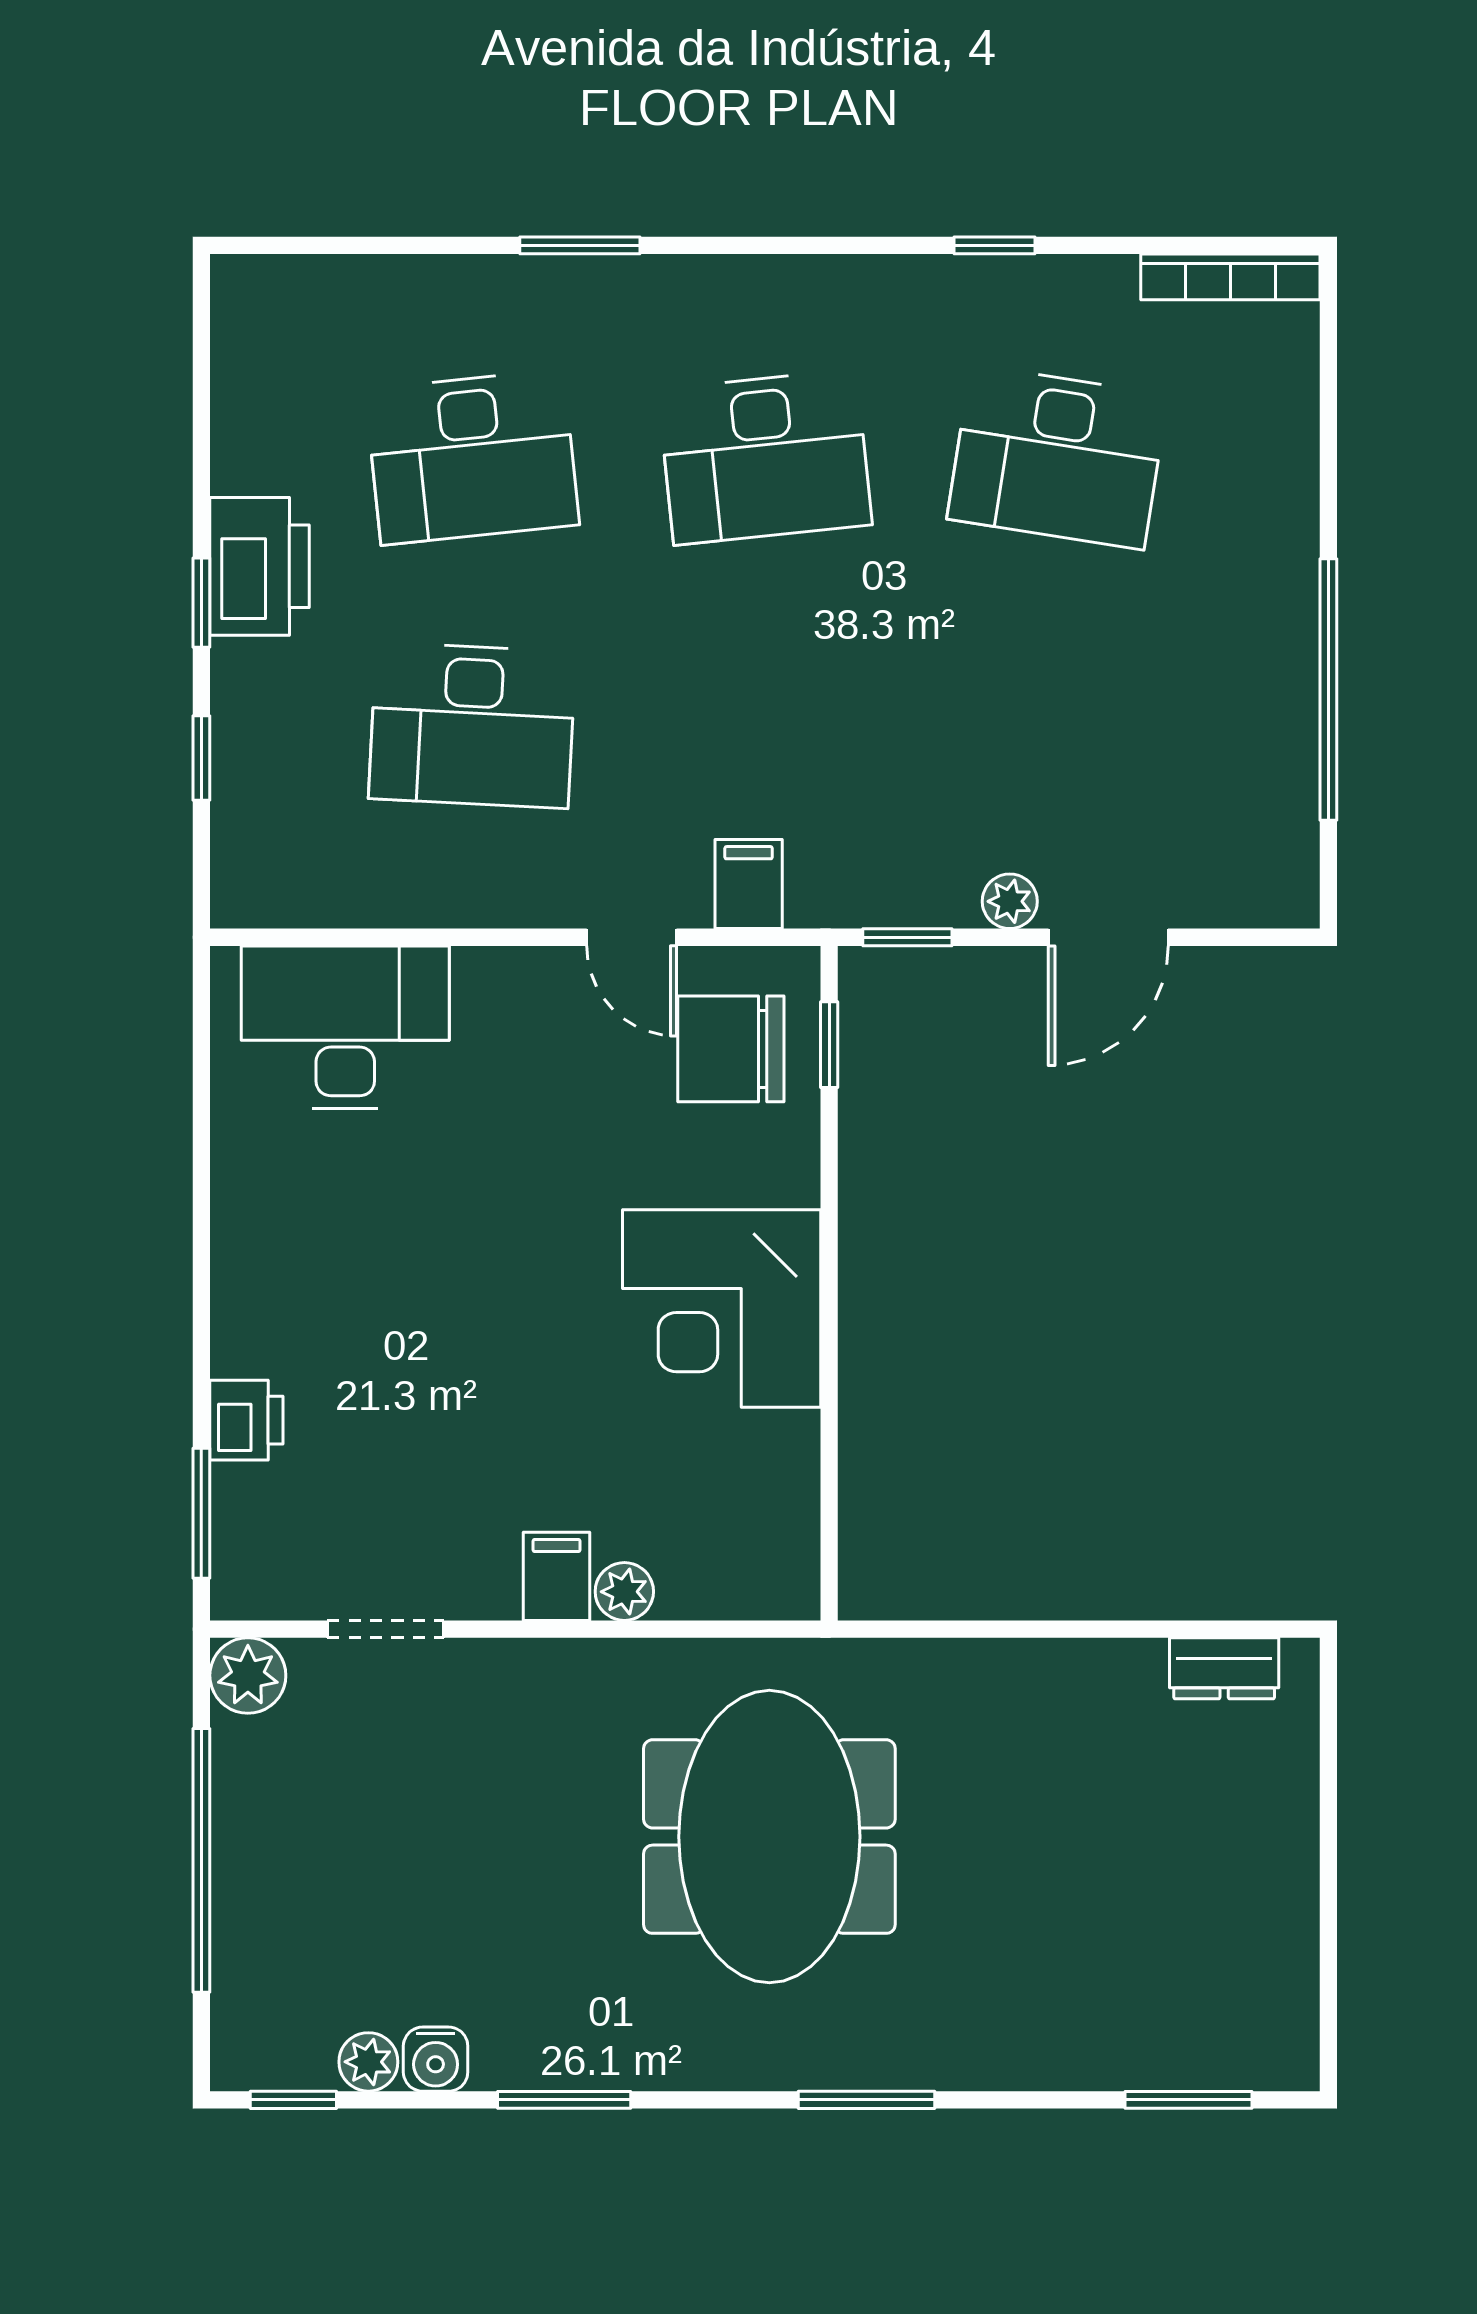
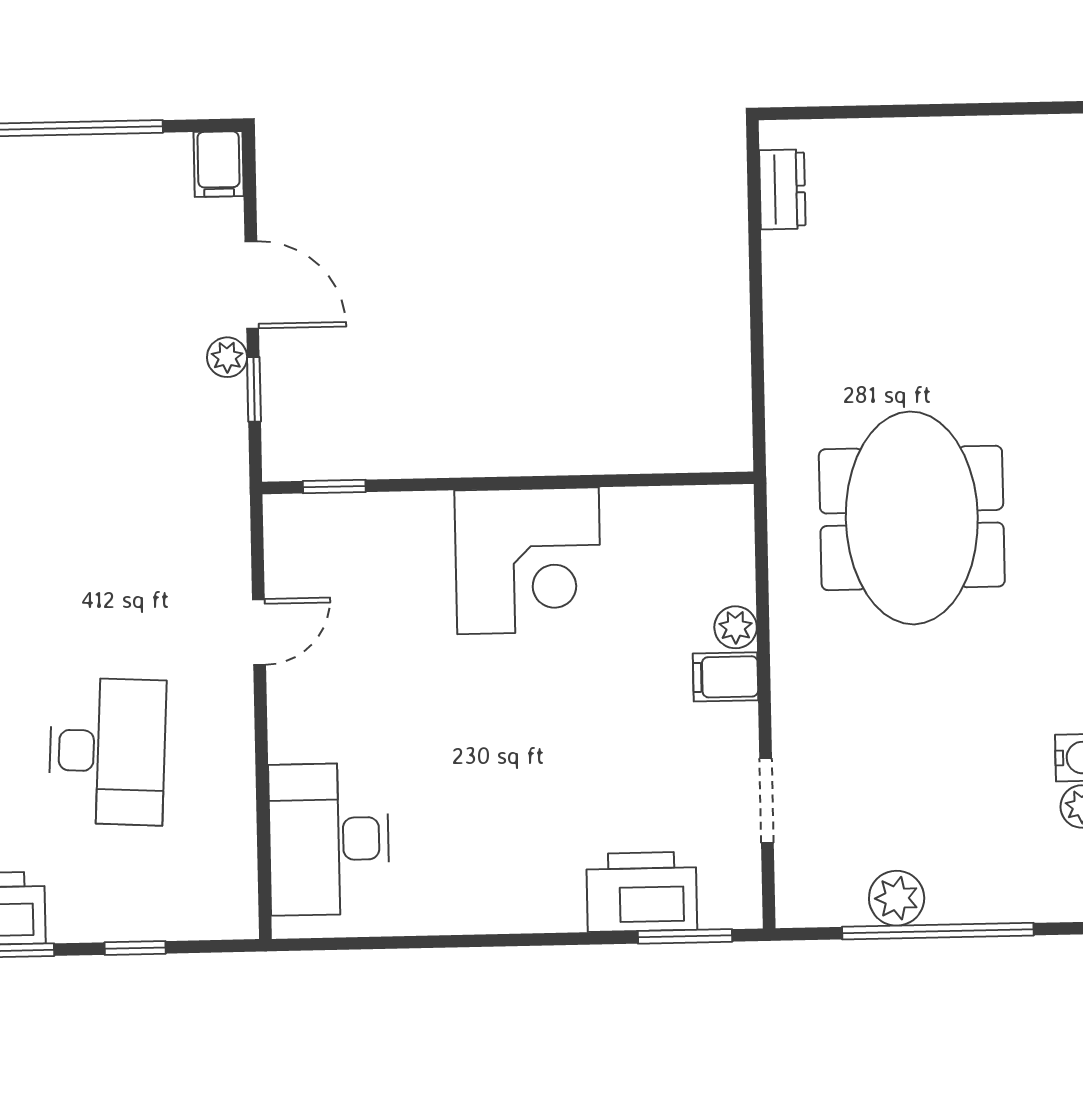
filing cabinet: (749, 884) -> (219, 164), moved, turned -90
window: (907, 937) -> (254, 389), moved
chair: (731, 1049) -> (339, 558), removed
printer: (246, 1420) -> (642, 892), width x1.87, depth x1.48
plant: (248, 1676) -> (897, 898), moved
meeting table: (769, 1837) -> (912, 518), turned 90

